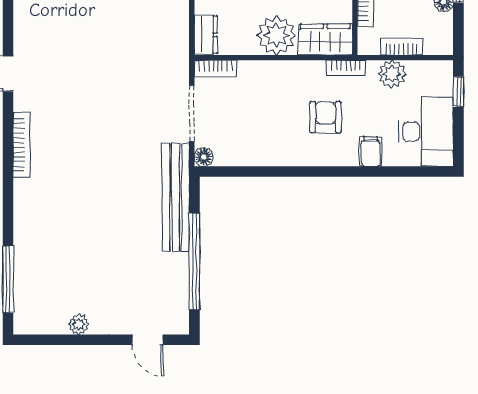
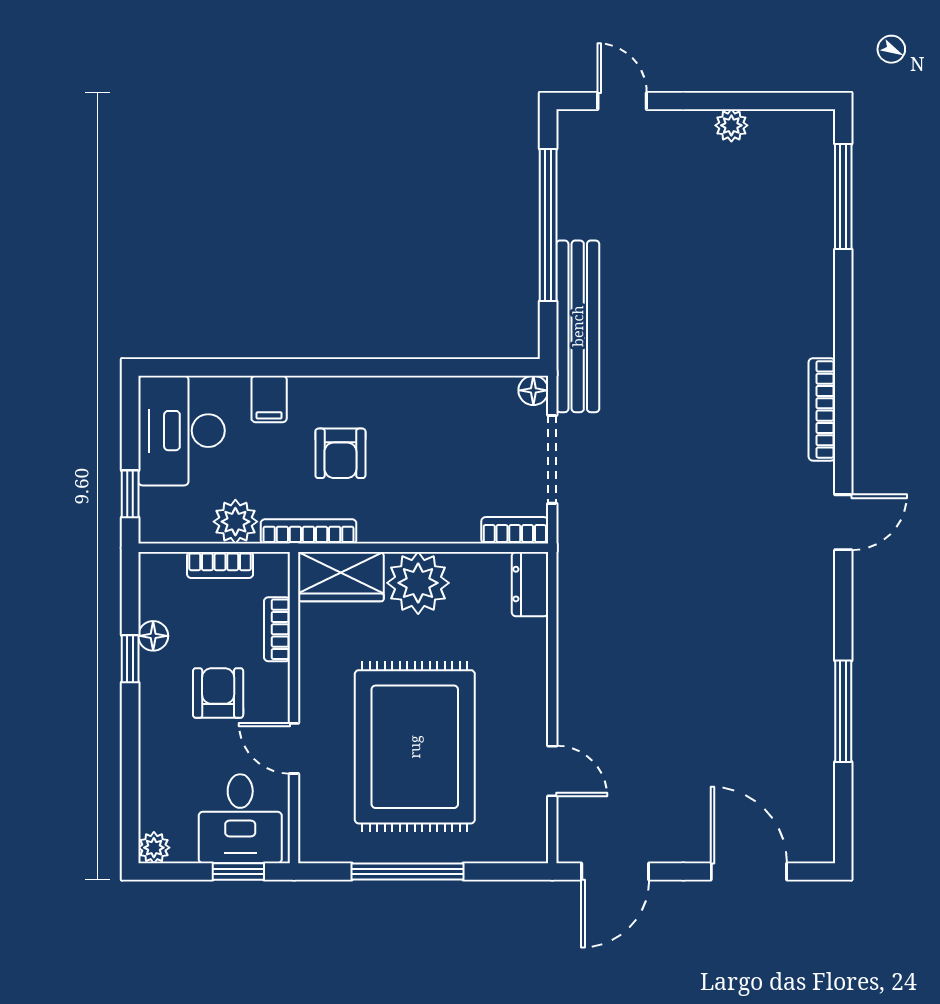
bookcase: (346, 68) -> (308, 531), width x1.56

